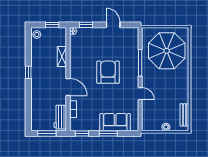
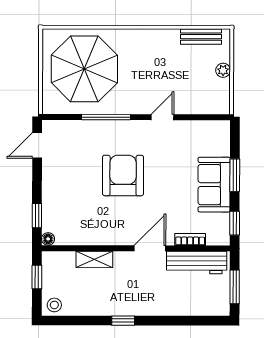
door: (113, 25) -> (37, 145), moved
armchair: (108, 72) -> (123, 175), turned 90
workbench: (60, 117) -> (197, 263), width x1.37
sofa: (115, 122) -> (214, 185), moved

